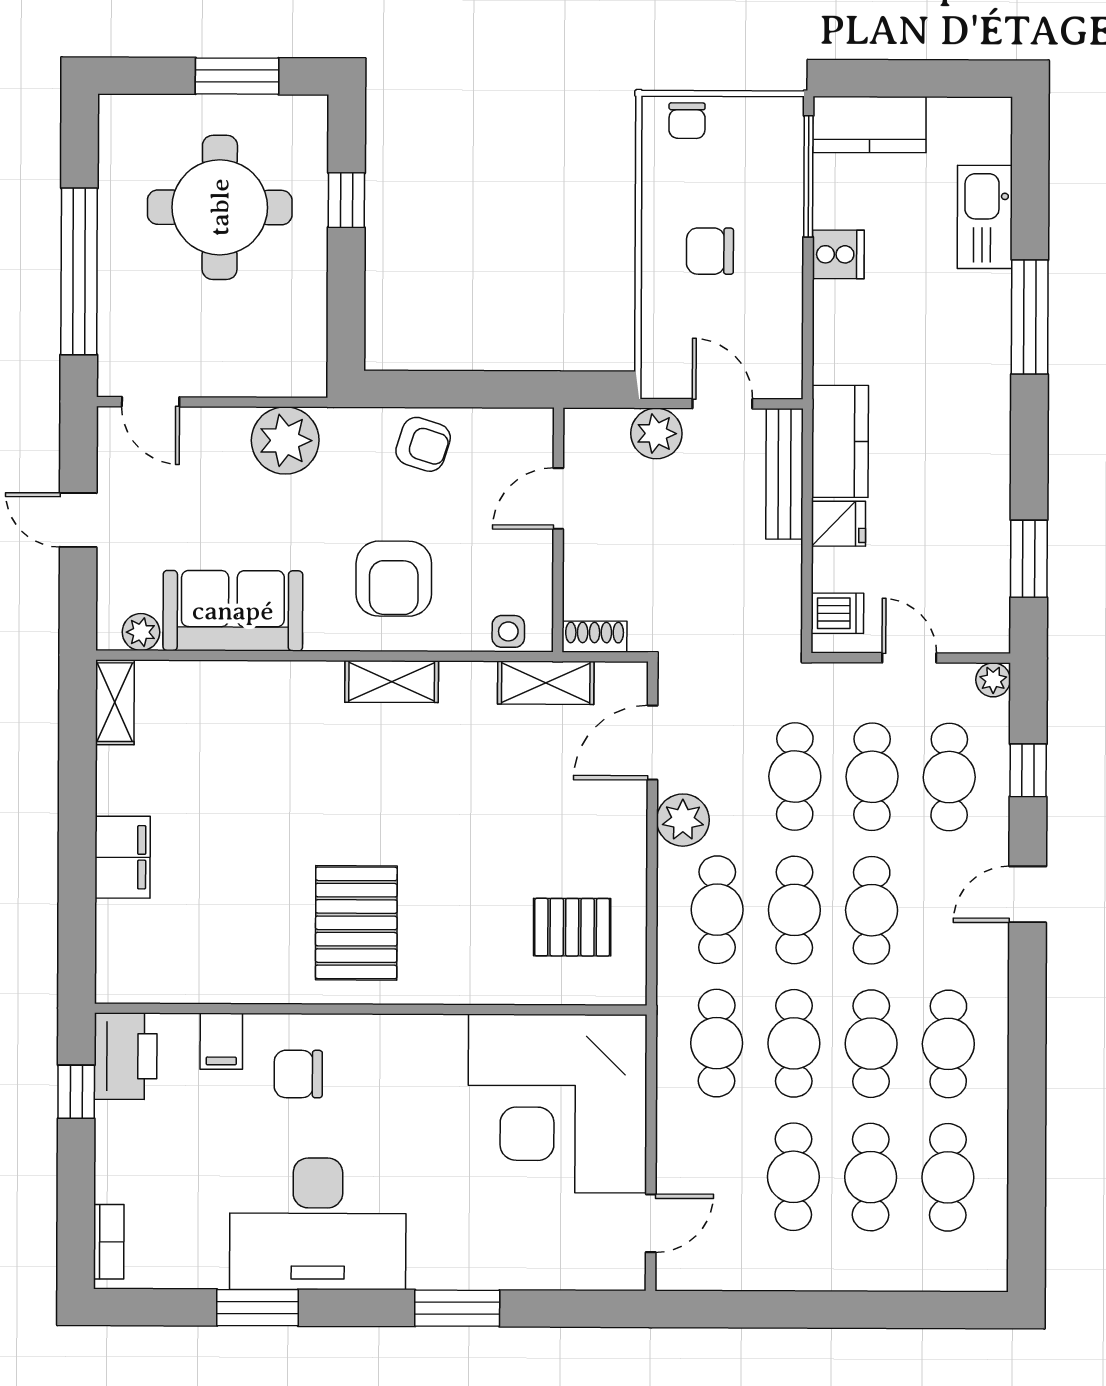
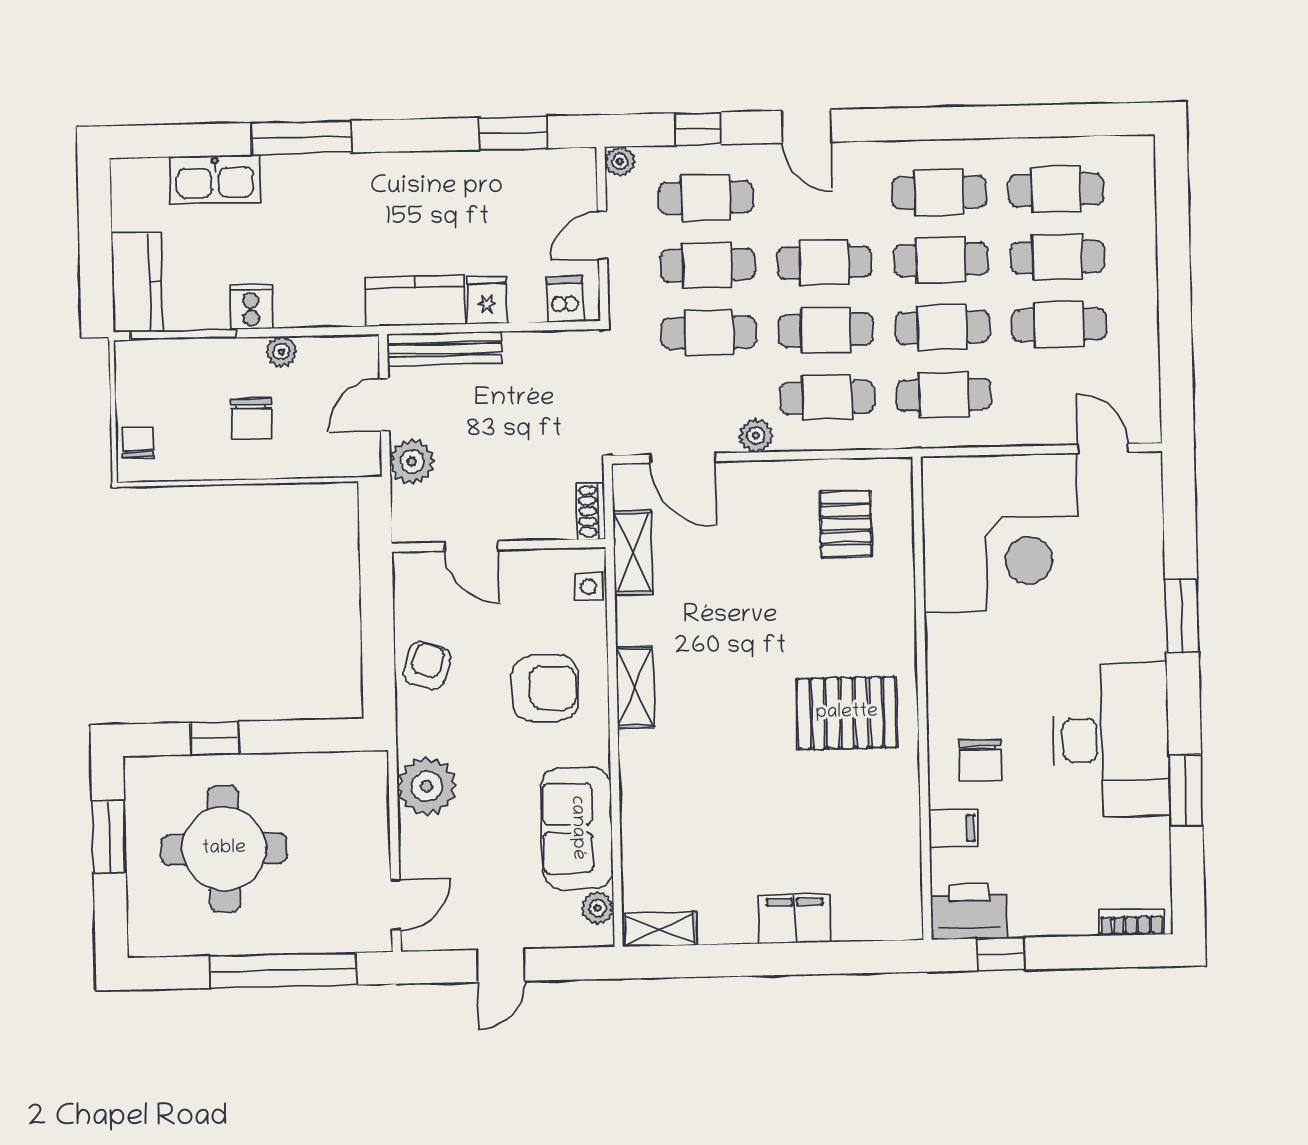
chair: (687, 121) -> (138, 442), turned -90
plant: (786, 288) -> (281, 352), added
plant: (683, 820) -> (756, 436), width x0.73, depth x0.73

